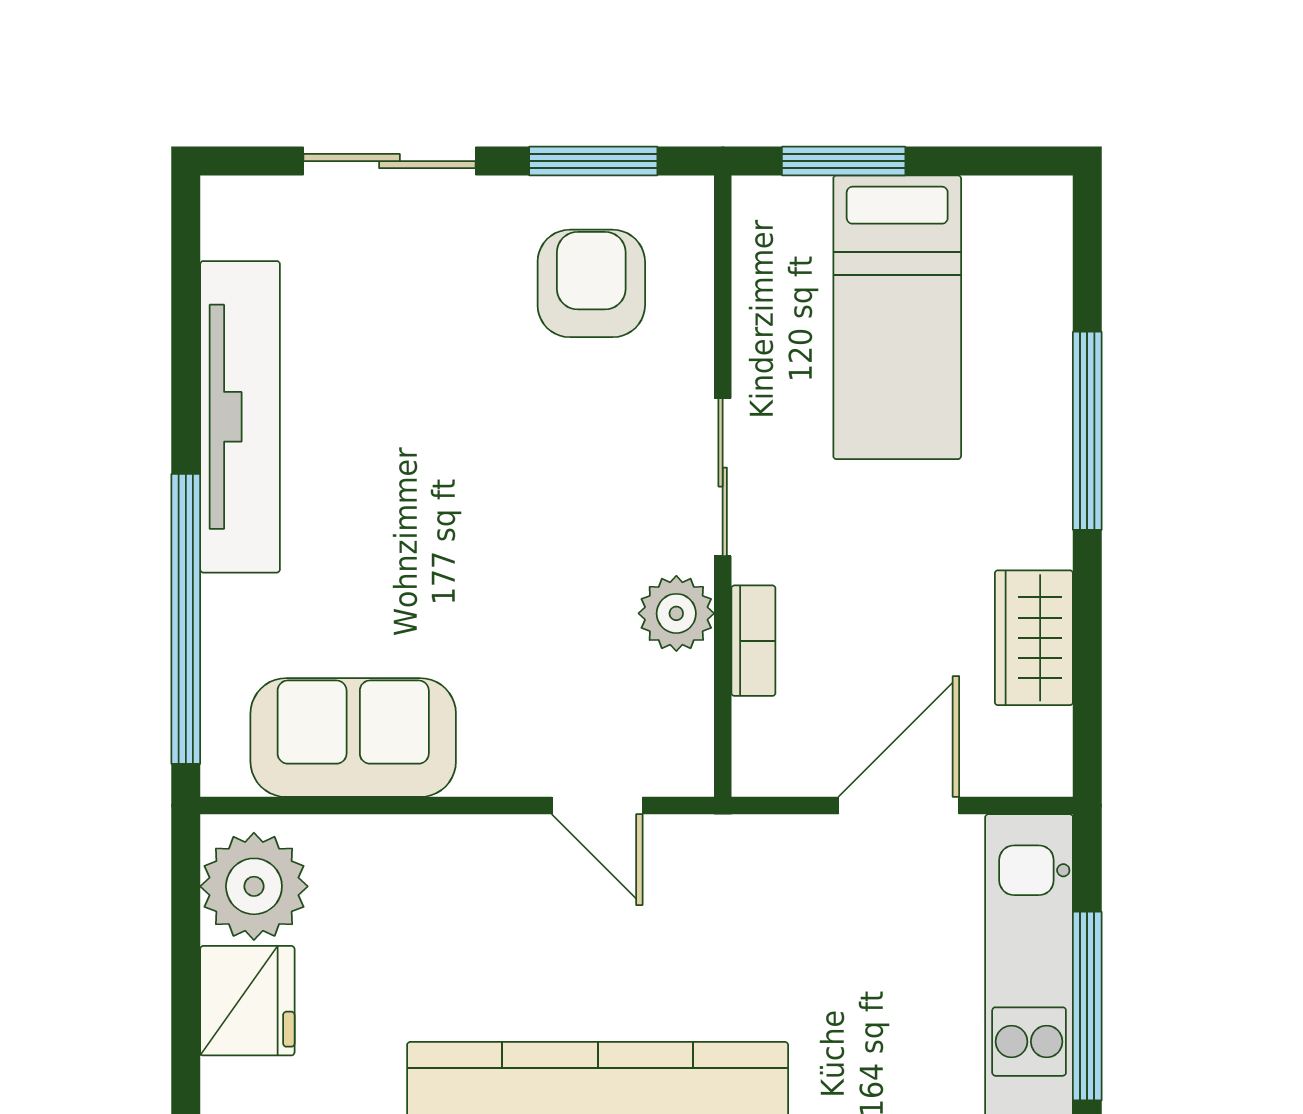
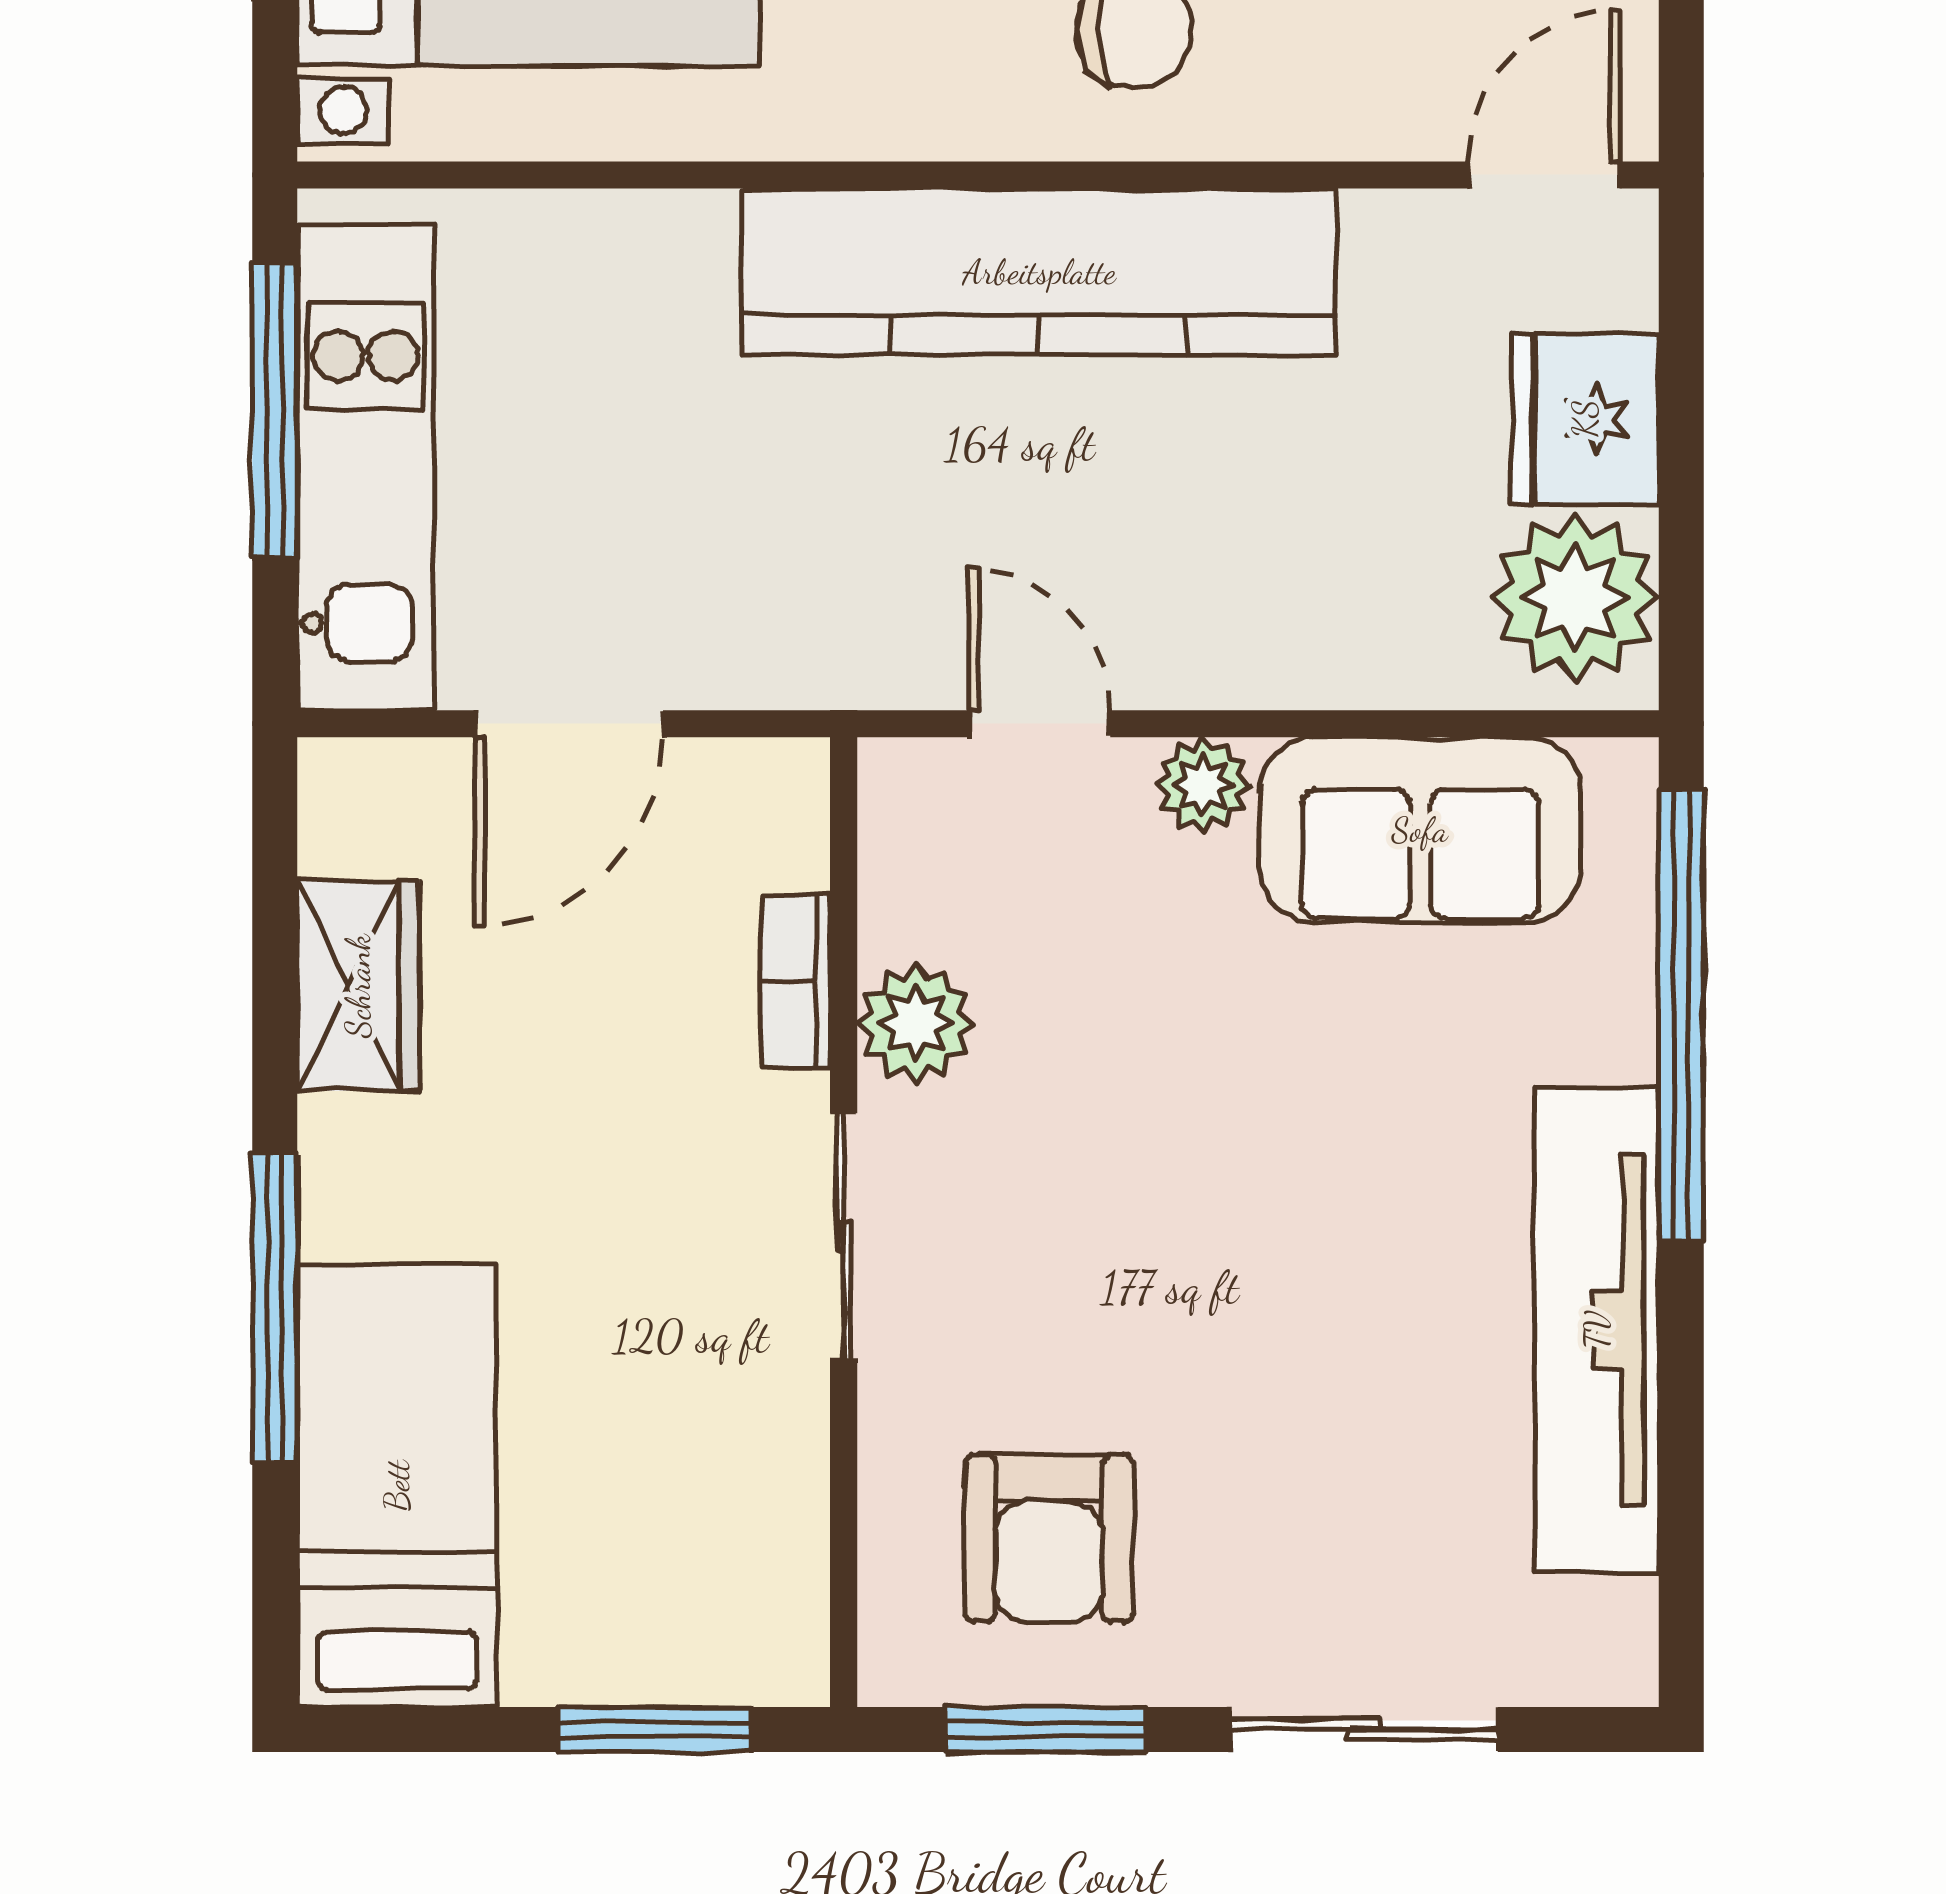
bed: (897, 317) -> (397, 1486), moved
plant: (492, 766) -> (1203, 785), added

